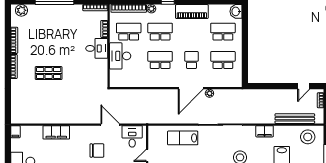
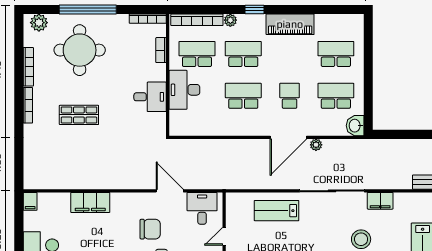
washbasin: (236, 11) -> (355, 126), moved
round table: (49, 29) -> (80, 50), added
desk: (97, 48) -> (150, 97), moved
filing cabinet: (265, 131) -> (380, 201), moved

